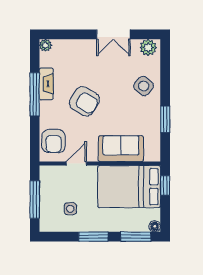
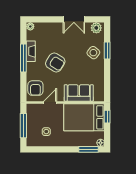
window: (165, 119) -> (107, 50), moved
window: (93, 237) -> (61, 149), removed

